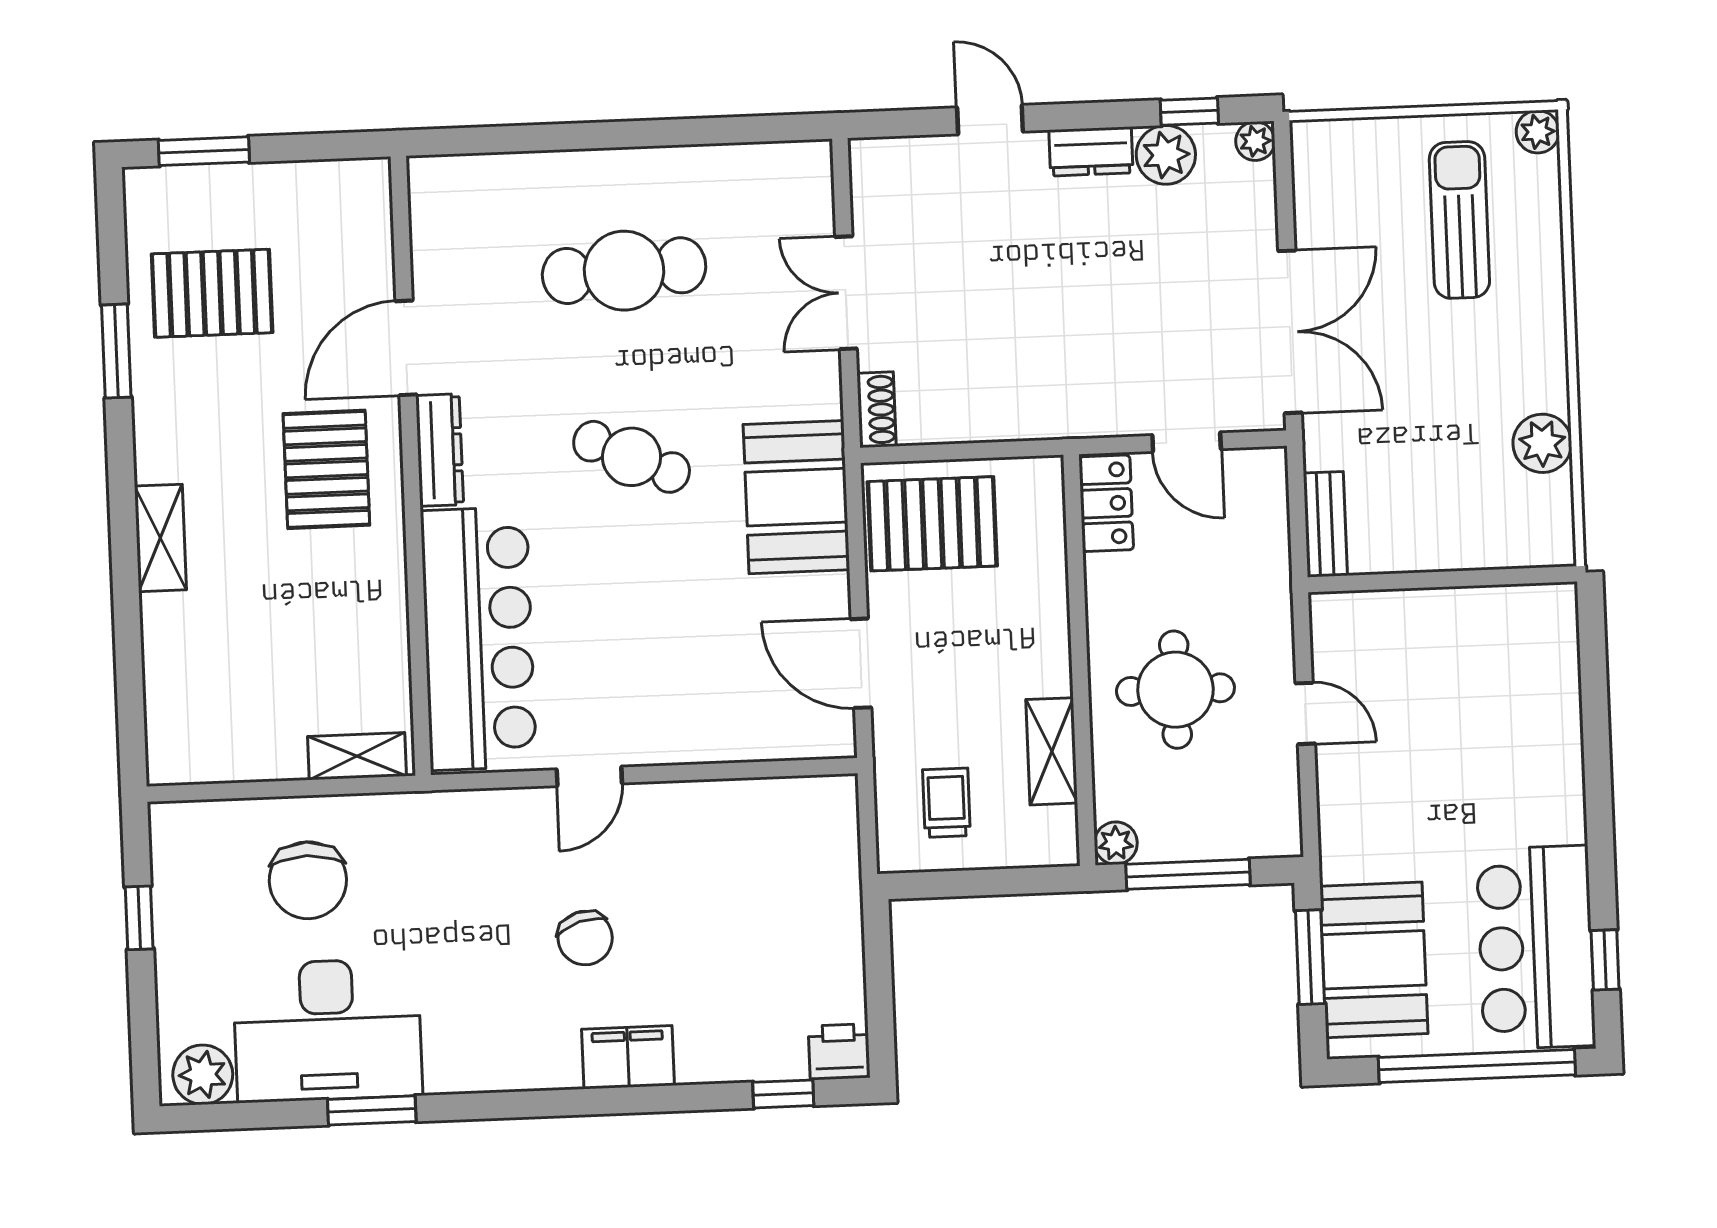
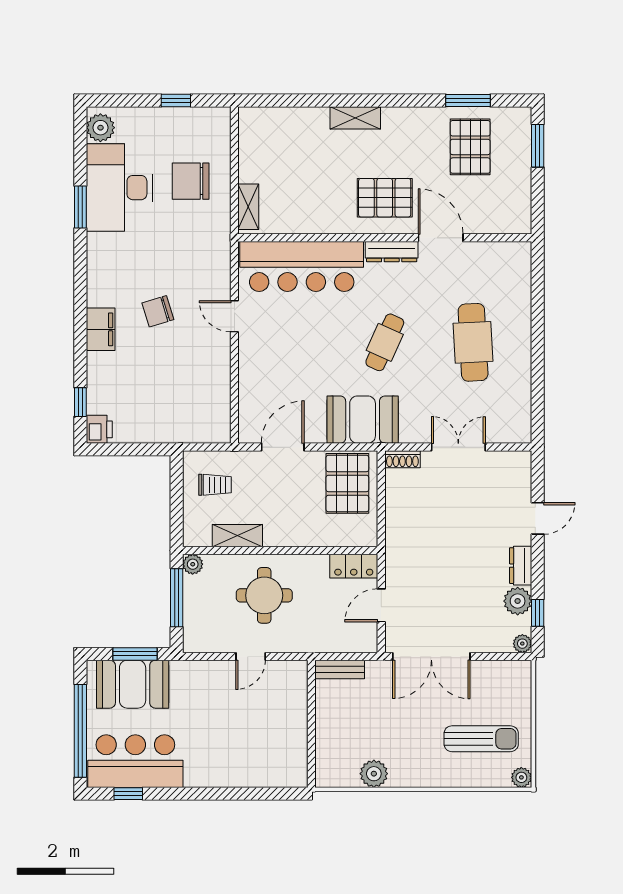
window: (116, 351) -> (468, 101), moved

